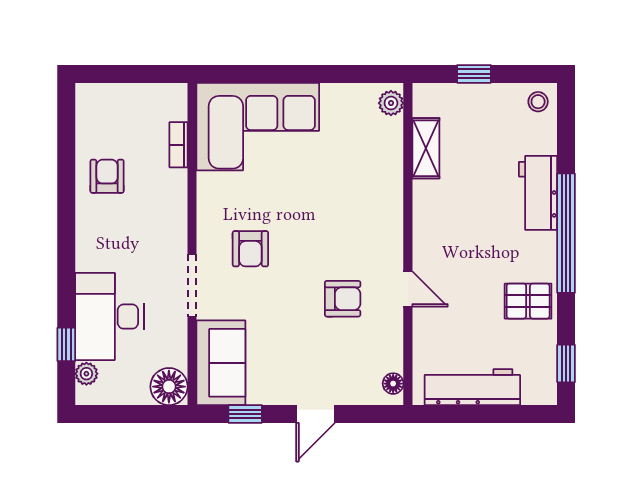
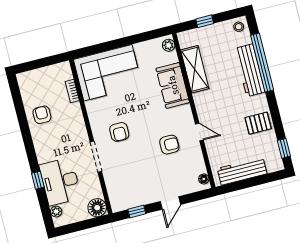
shelving: (426, 148) -> (195, 69), width x1.50, depth x1.33
workbench: (538, 193) -> (250, 70), width x1.38
window: (566, 233) -> (262, 63), moved
window: (66, 344) -> (38, 180), moved
sofa: (221, 363) -> (173, 85), moved, turned 180

